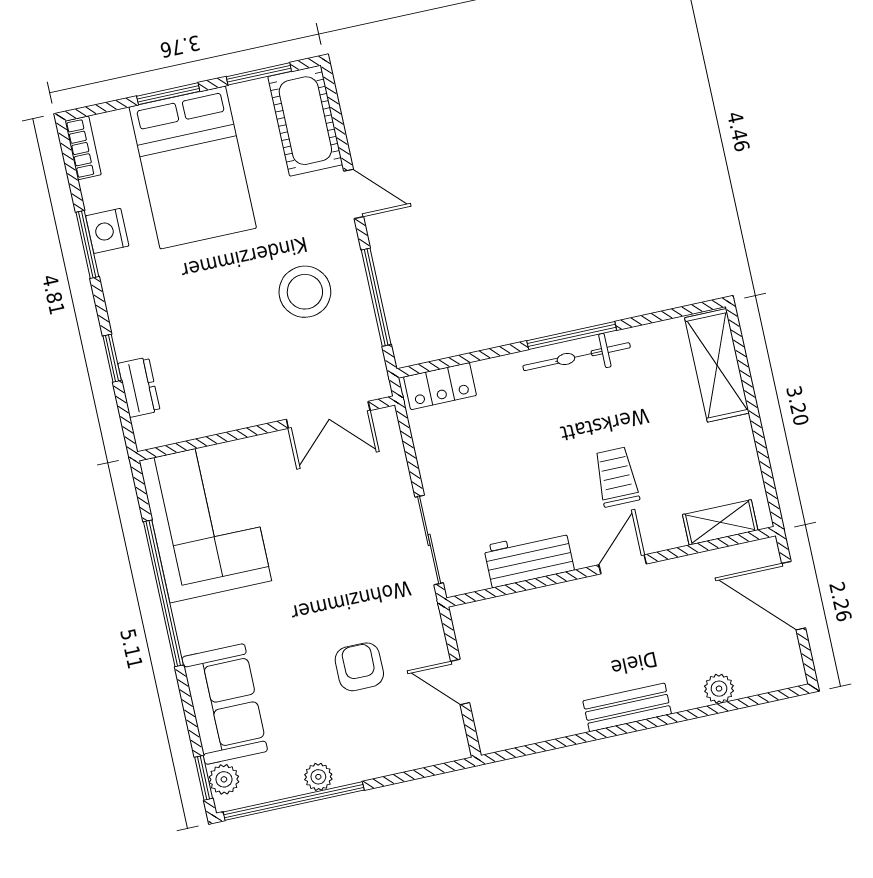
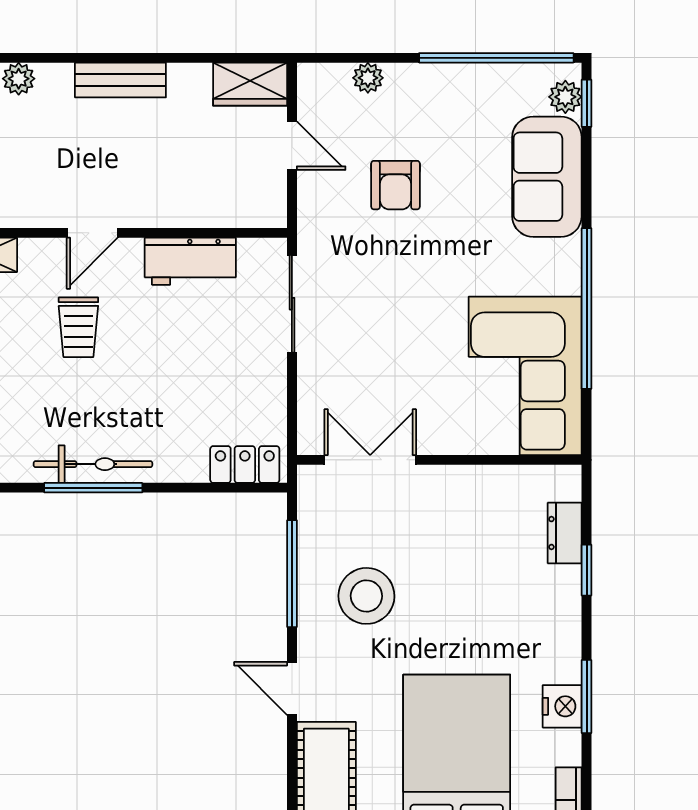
wardrobe: (510, 729) -> (250, 84), added
plant: (318, 777) -> (368, 78), moved

